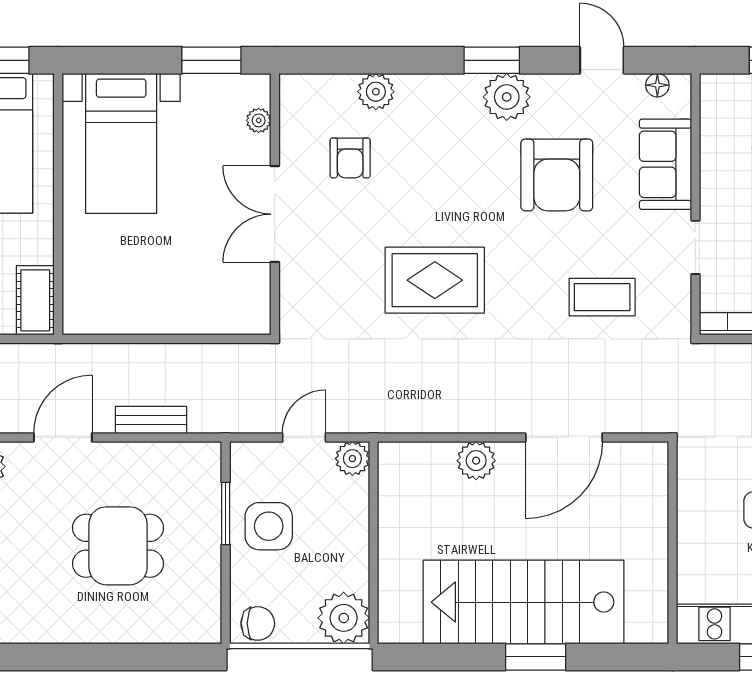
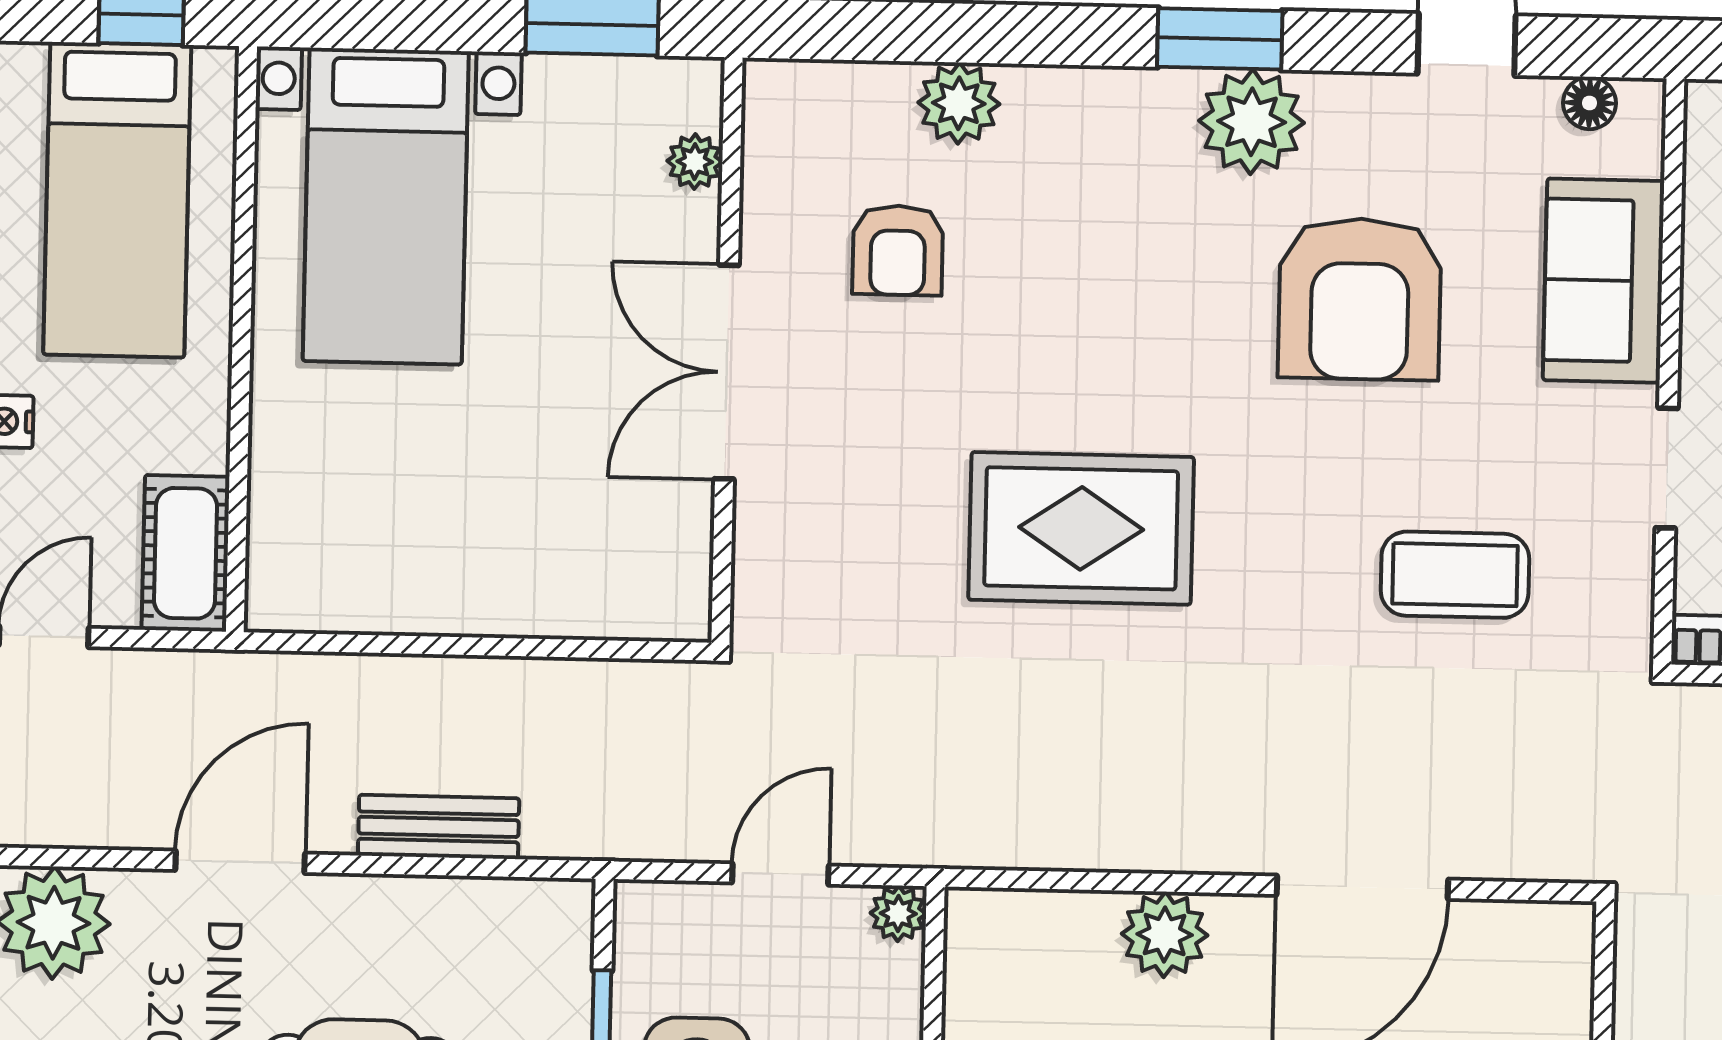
plant: (352, 459) -> (898, 913), width x0.73, depth x0.73

